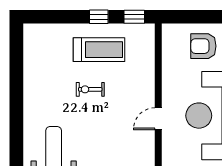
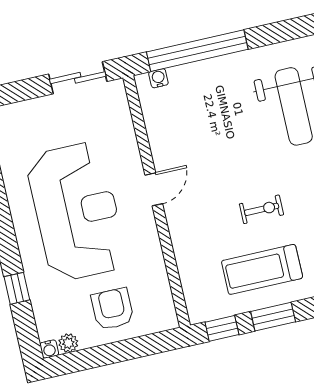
window: (99, 17) -> (273, 317), width x1.50
armchair: (203, 46) -> (112, 309), turned -90

